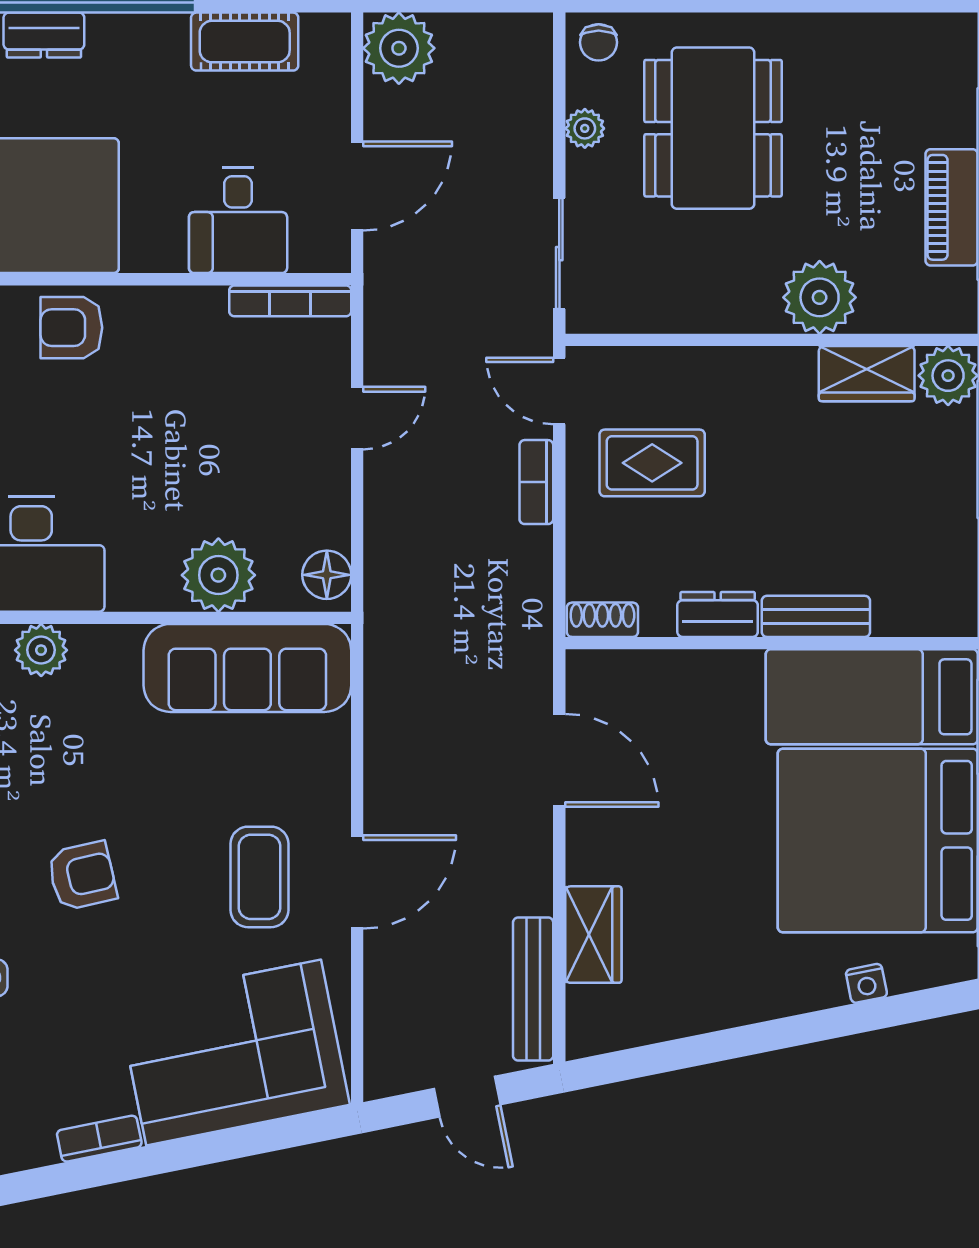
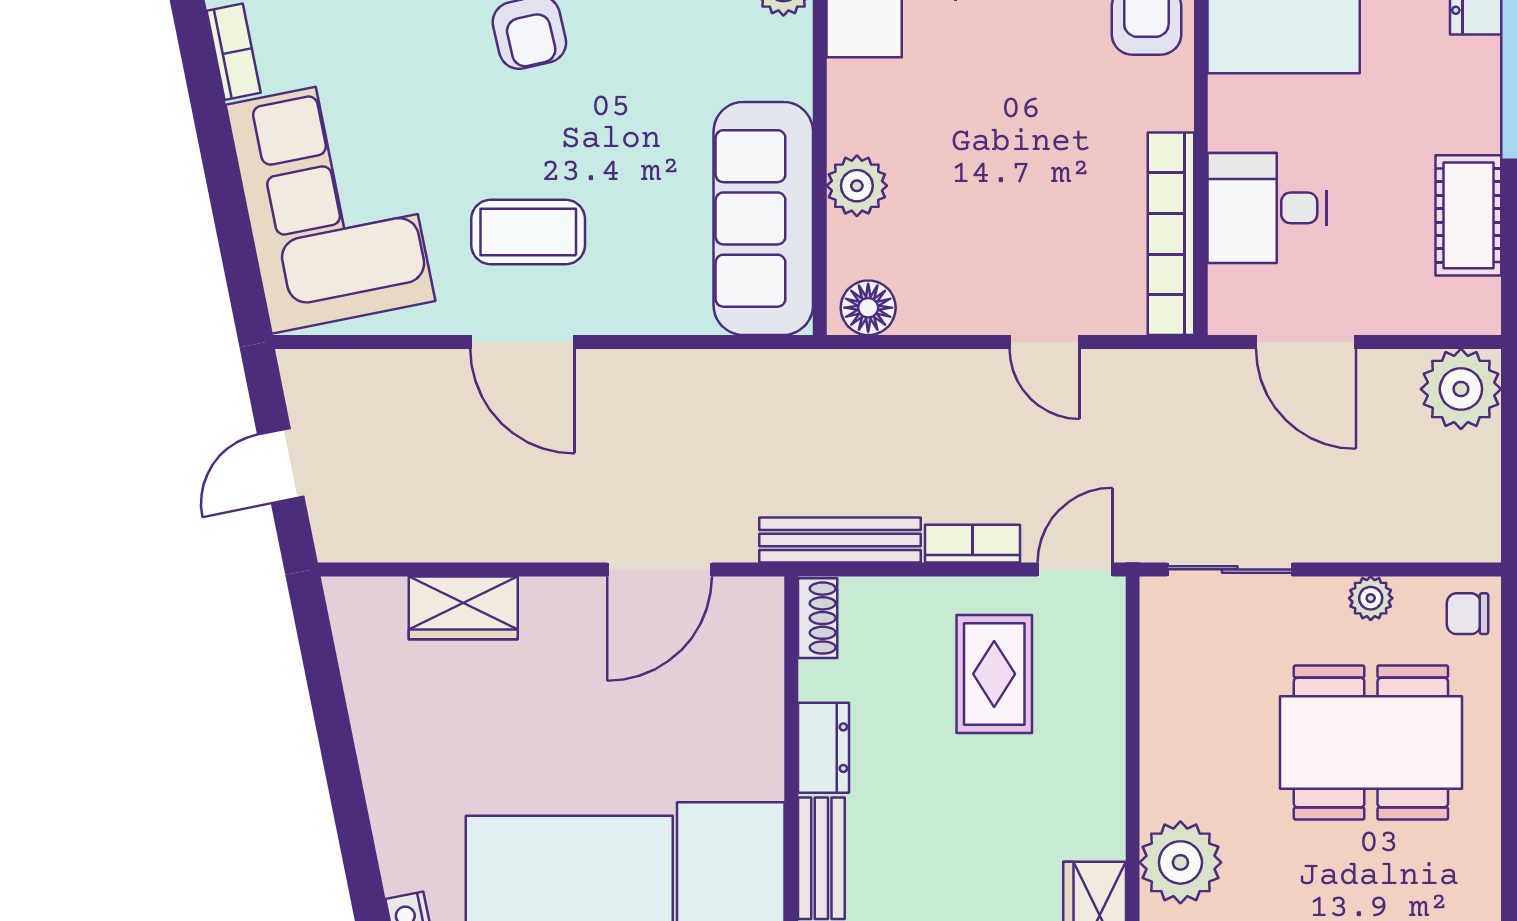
bookcase: (290, 301) -> (1171, 234), width x1.48, depth x1.31
plant: (218, 575) -> (857, 186), width x0.73, depth x0.73
bench: (533, 989) -> (840, 540), moved

